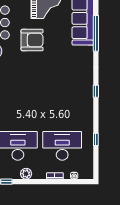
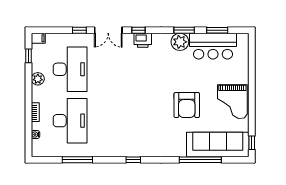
armchair: (32, 40) -> (187, 105), moved
window: (96, 139) -> (77, 160), width x2.17

